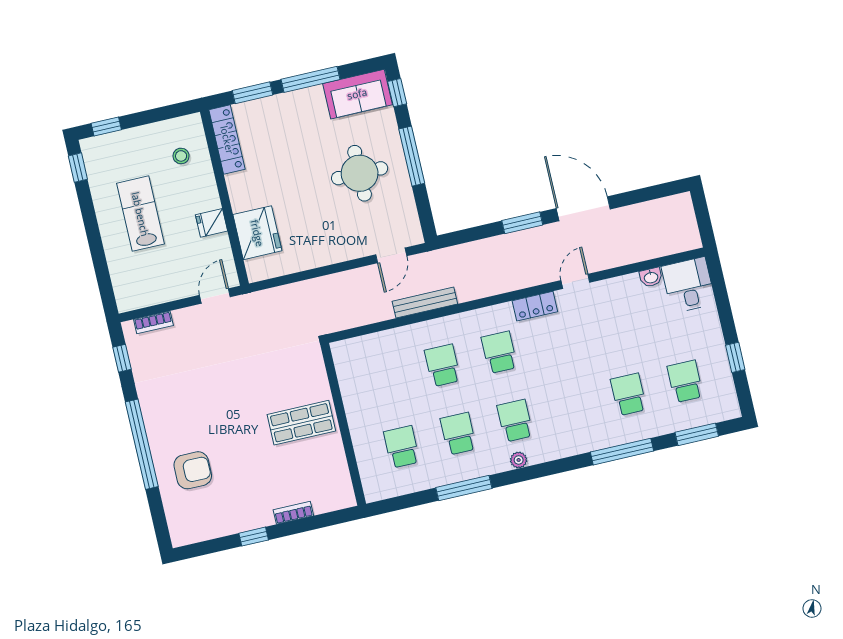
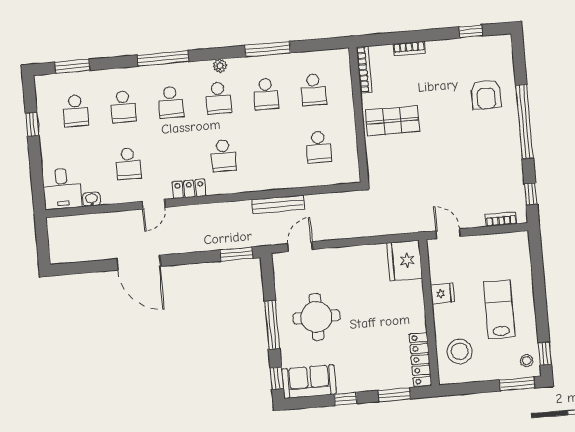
window: (311, 79) -> (346, 399), width x0.46
window: (106, 127) -> (517, 384), width x1.50
stool: (99, 156) -> (527, 361), added
stool: (181, 156) -> (460, 351), width x1.89, depth x1.89
lab bench: (140, 214) -> (499, 309), turned 180
window: (522, 223) -> (236, 254), moved
fridge: (257, 233) -> (405, 260), moved
door: (215, 296) -> (448, 234), swing flipped
school desk: (613, 326) -> (128, 164), added
school desk: (443, 365) -> (319, 147), moved
school desk: (572, 408) -> (171, 102), added
window: (622, 452) -> (163, 58), moved
armchair: (193, 470) -> (486, 95), turned -90
bookcase: (344, 480) -> (364, 70), added
window: (254, 537) -> (471, 31), moved

